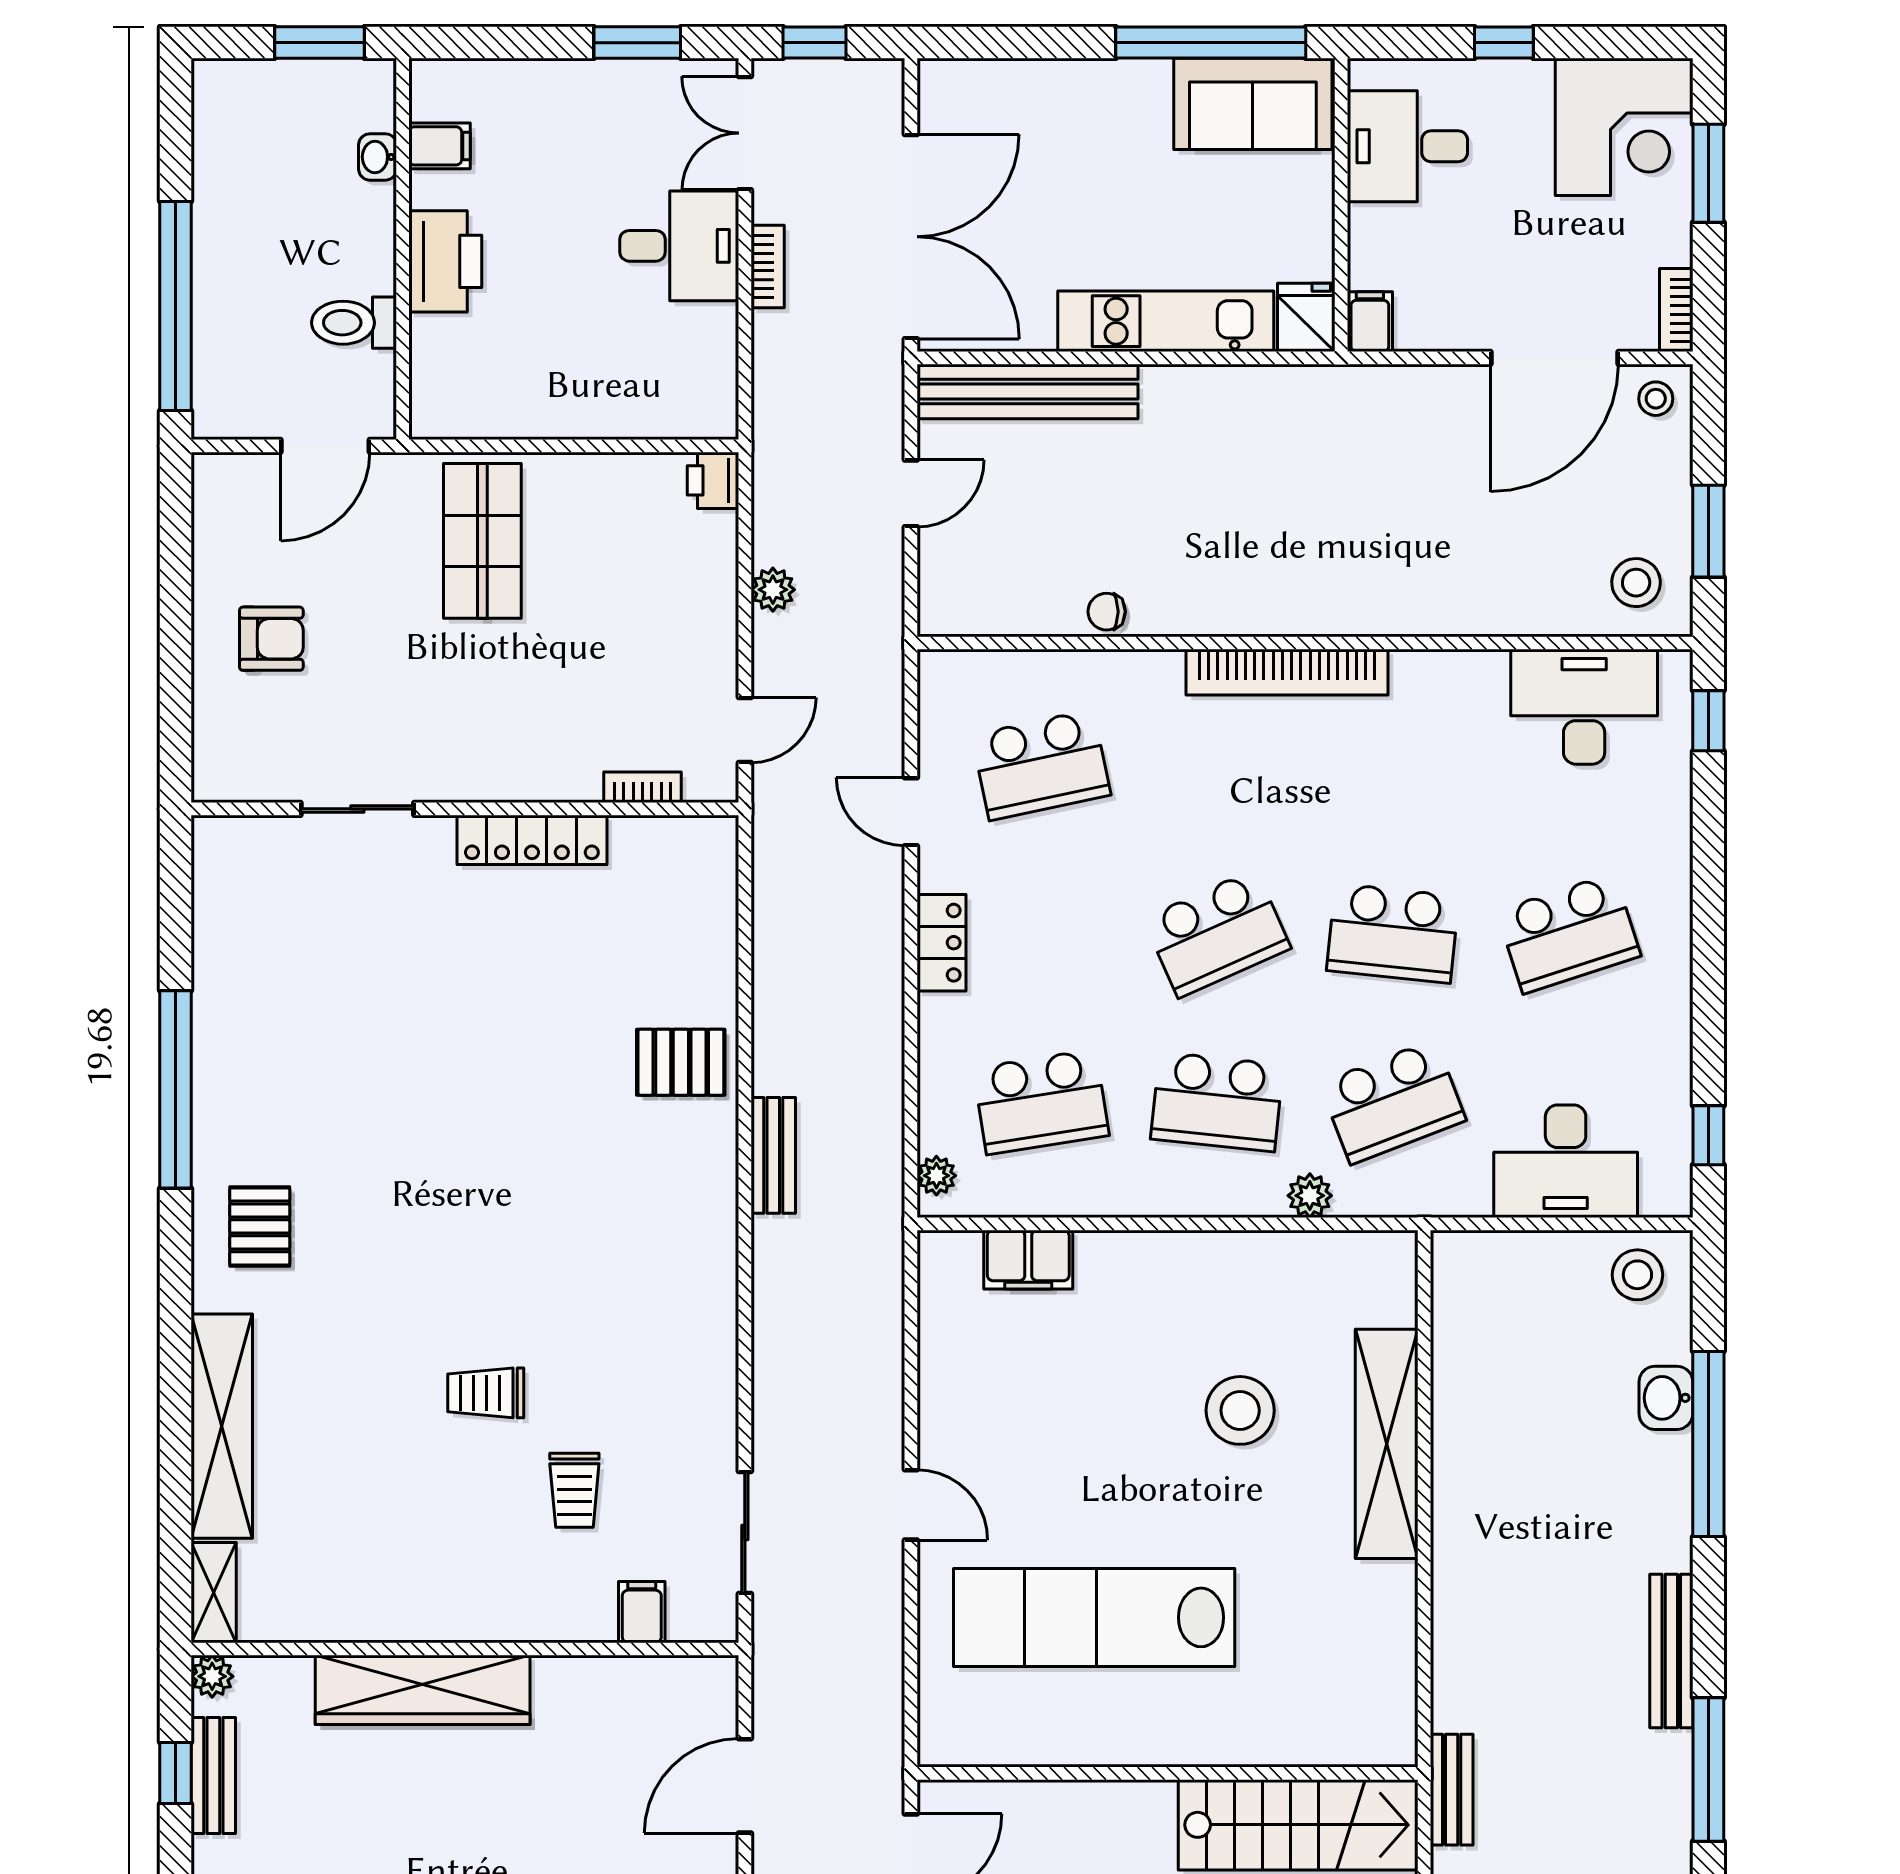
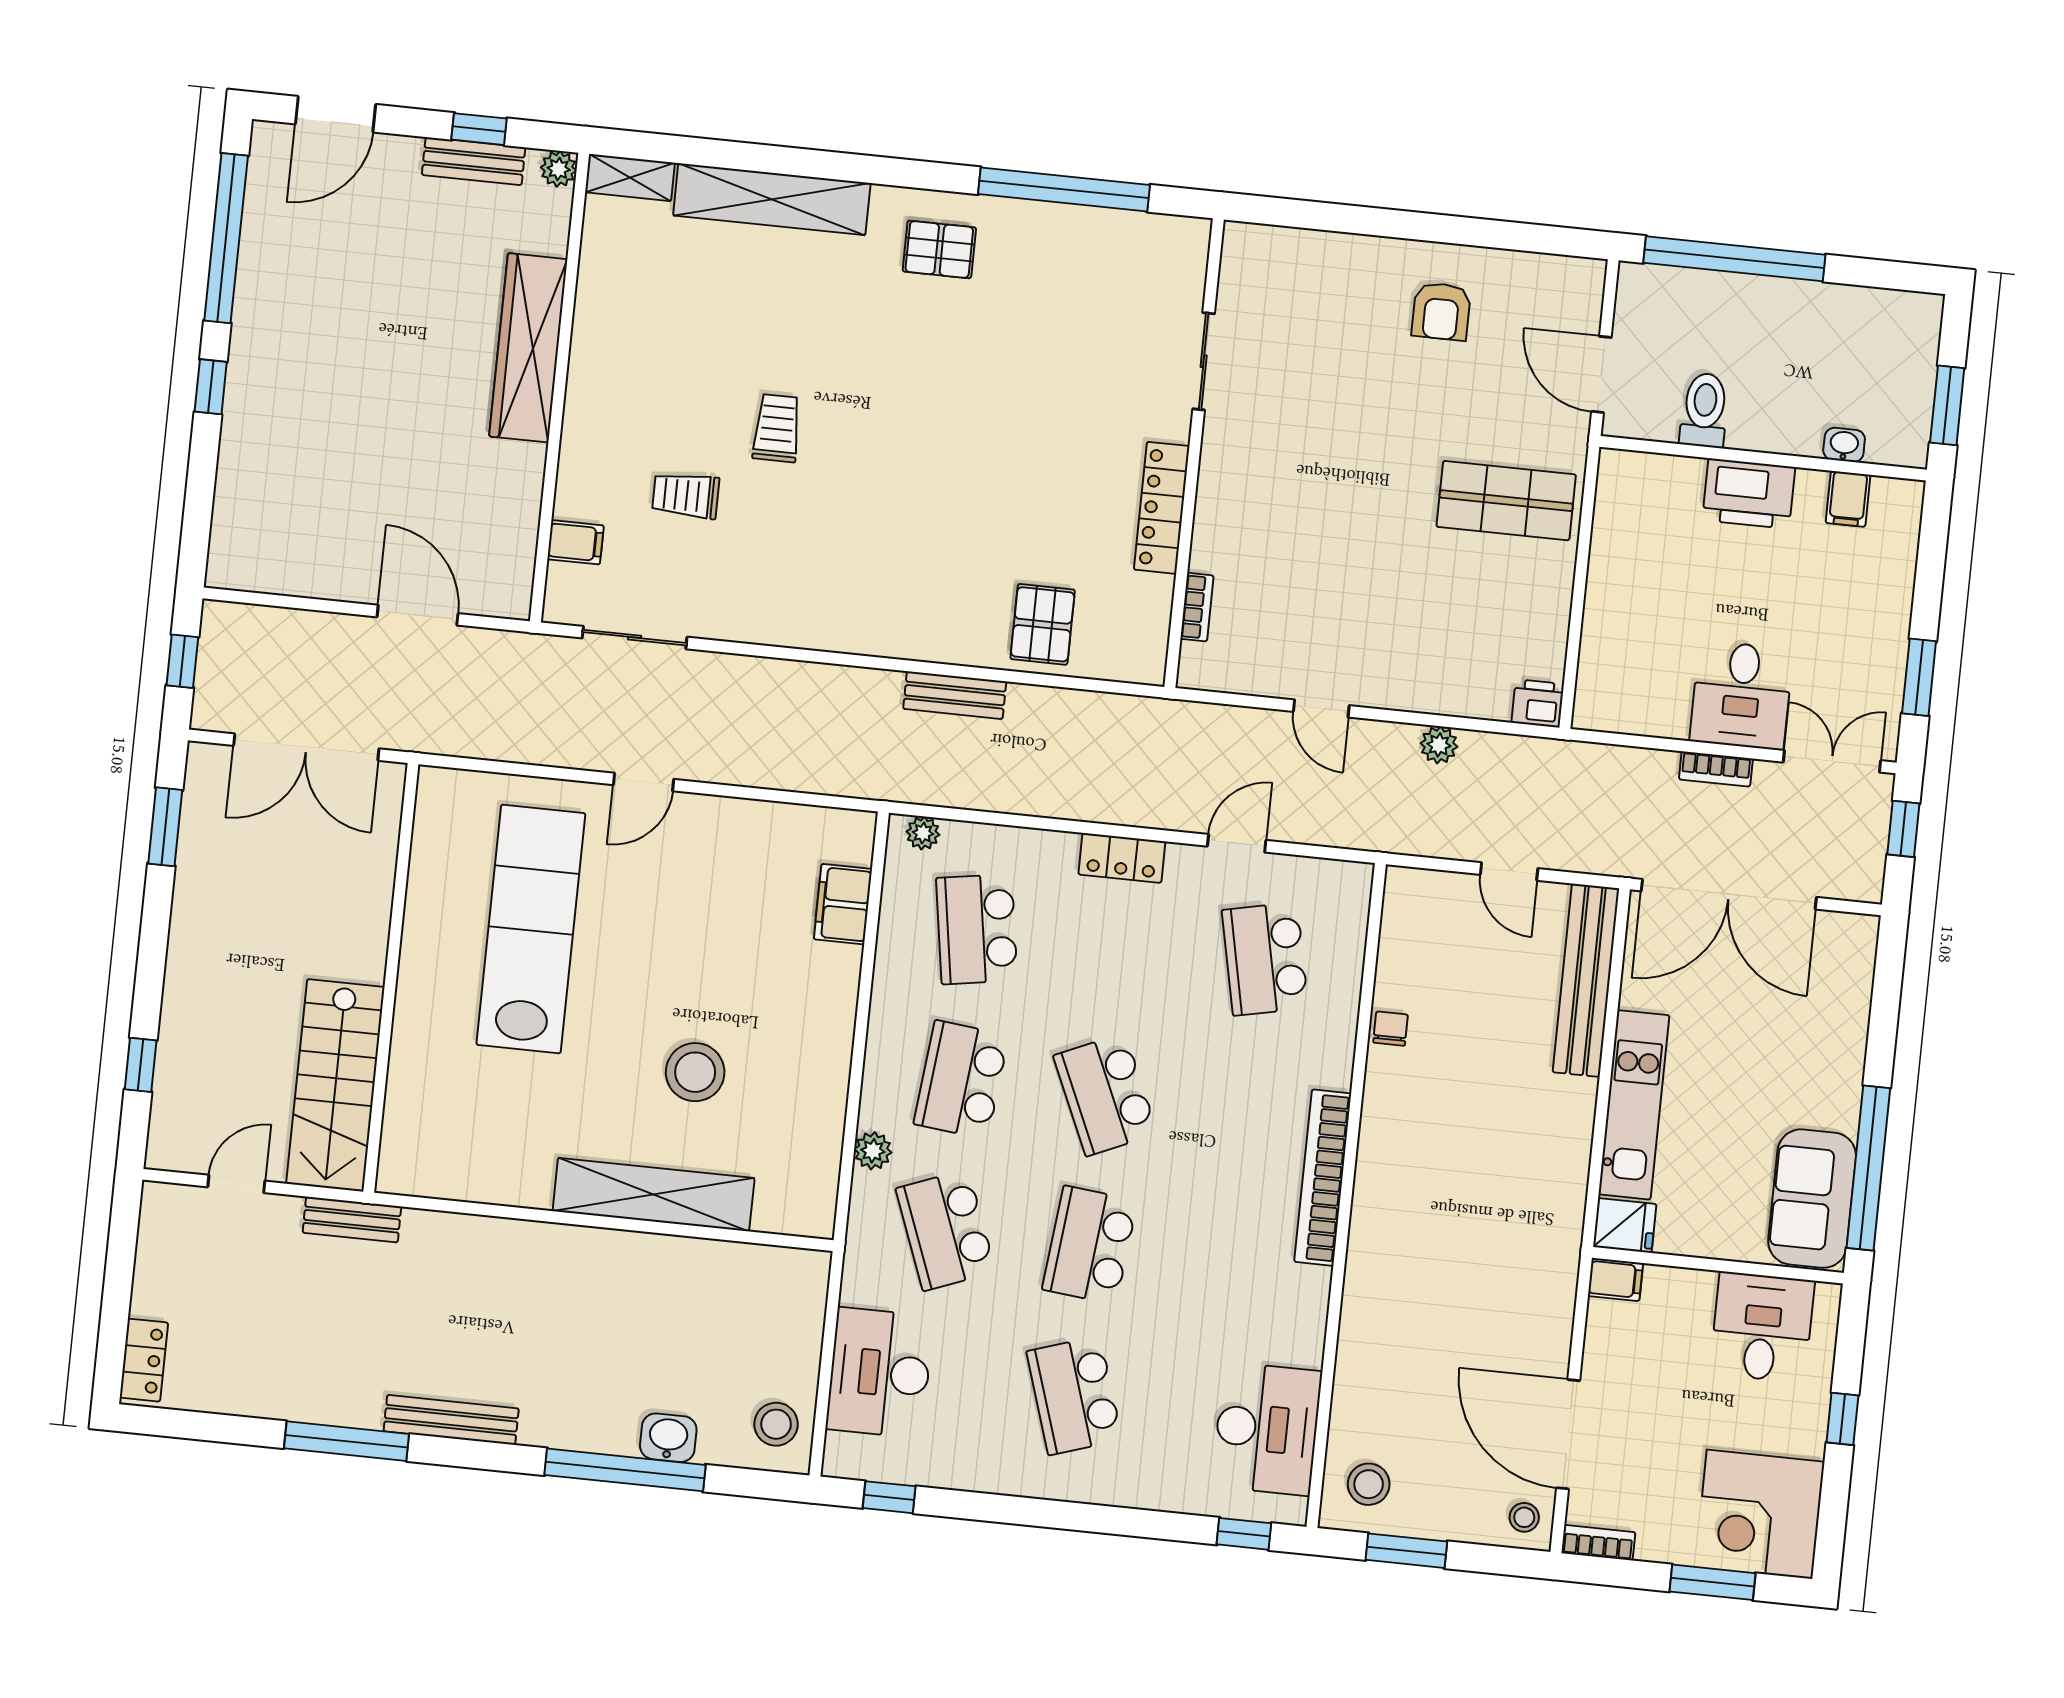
bookcase: (642, 787) -> (1197, 607), moved
sliding door: (357, 809) -> (1204, 361), moved
wall: (465, 809) -> (1194, 453), moved
locker: (532, 840) -> (1162, 508), moved

